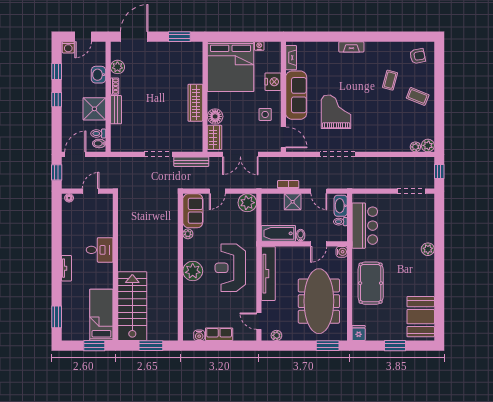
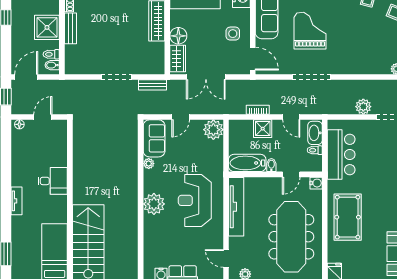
bench: (191, 162) -> (152, 85), width x0.73
plant: (385, 182) -> (363, 107), added

